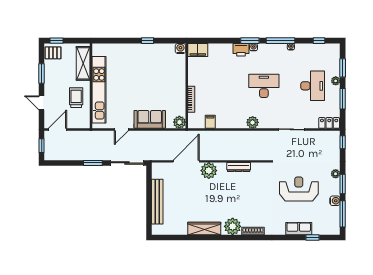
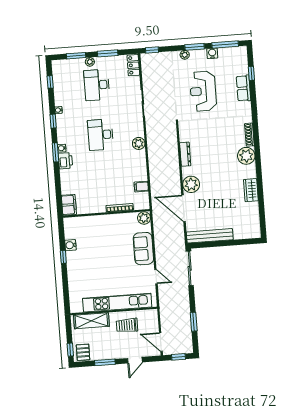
window: (281, 41) -> (53, 121), width x0.46
water cooler: (180, 48) -> (70, 245), moved
desk: (313, 86) -> (97, 85), turned -90
window: (93, 163) -> (194, 322), moved
bench: (157, 202) -> (210, 236), moved
wardrobe: (204, 228) -> (251, 190), width x0.67

